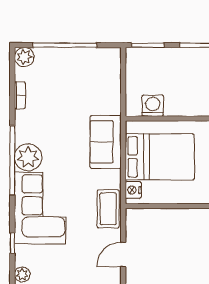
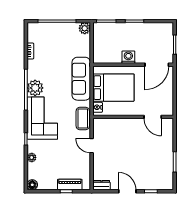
plant: (24, 57) -> (85, 28), moved
washing machine: (153, 106) -> (128, 57), moved
sofa: (106, 142) -> (81, 79), width x1.36
door: (123, 255) -> (92, 146), hinge flipped

